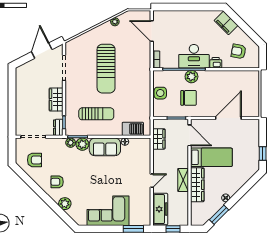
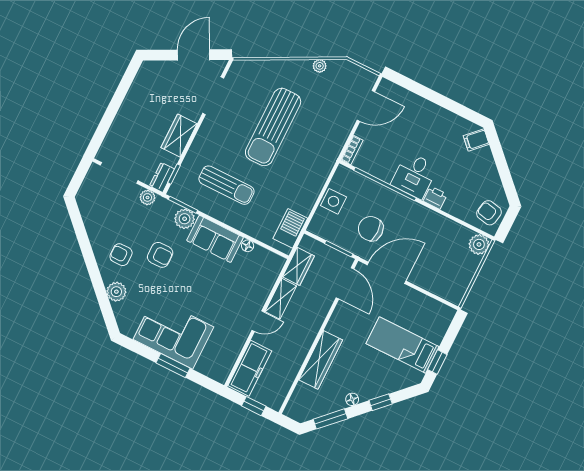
filing cabinet: (226, 23) -> (476, 140), width x0.50
door: (152, 31) -> (366, 106), swing flipped
armchair: (239, 51) -> (489, 213), moved
desk: (194, 56) -> (414, 175), width x0.73
plant: (191, 77) -> (479, 244), moved
chair: (189, 98) -> (371, 229), turned 180
door: (228, 118) -> (387, 273), moved
barbecue: (133, 129) -> (290, 228), moved, turned -90
plant: (71, 143) -> (147, 197), moved
bed: (211, 157) -> (403, 345), moved, turned 180
armchair: (35, 160) -> (160, 255), moved
shelving: (183, 180) -> (281, 299), moved
window: (242, 192) -> (381, 402), added
window: (133, 229) -> (173, 366), moved

